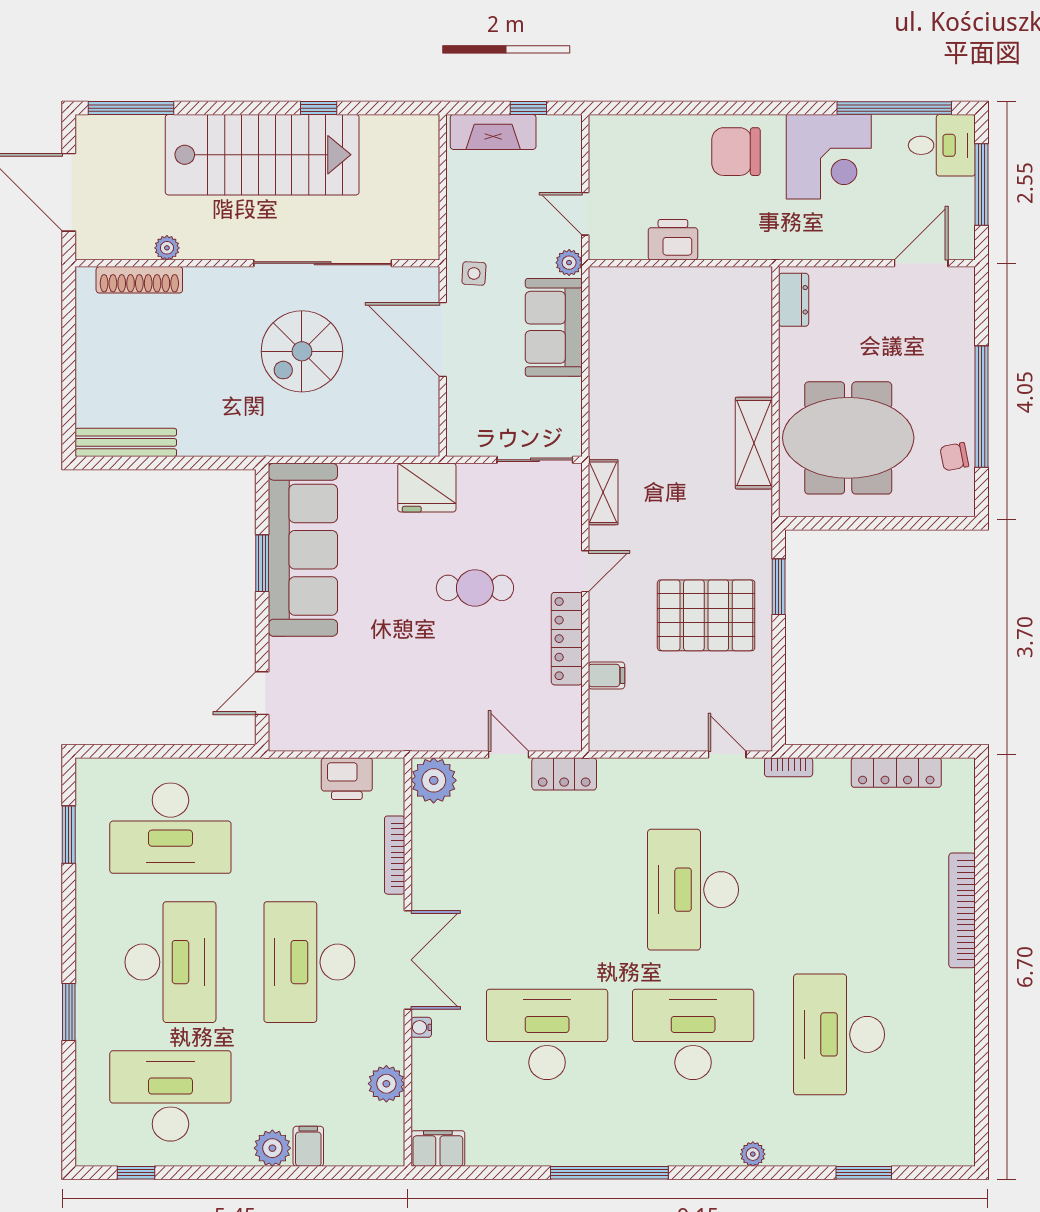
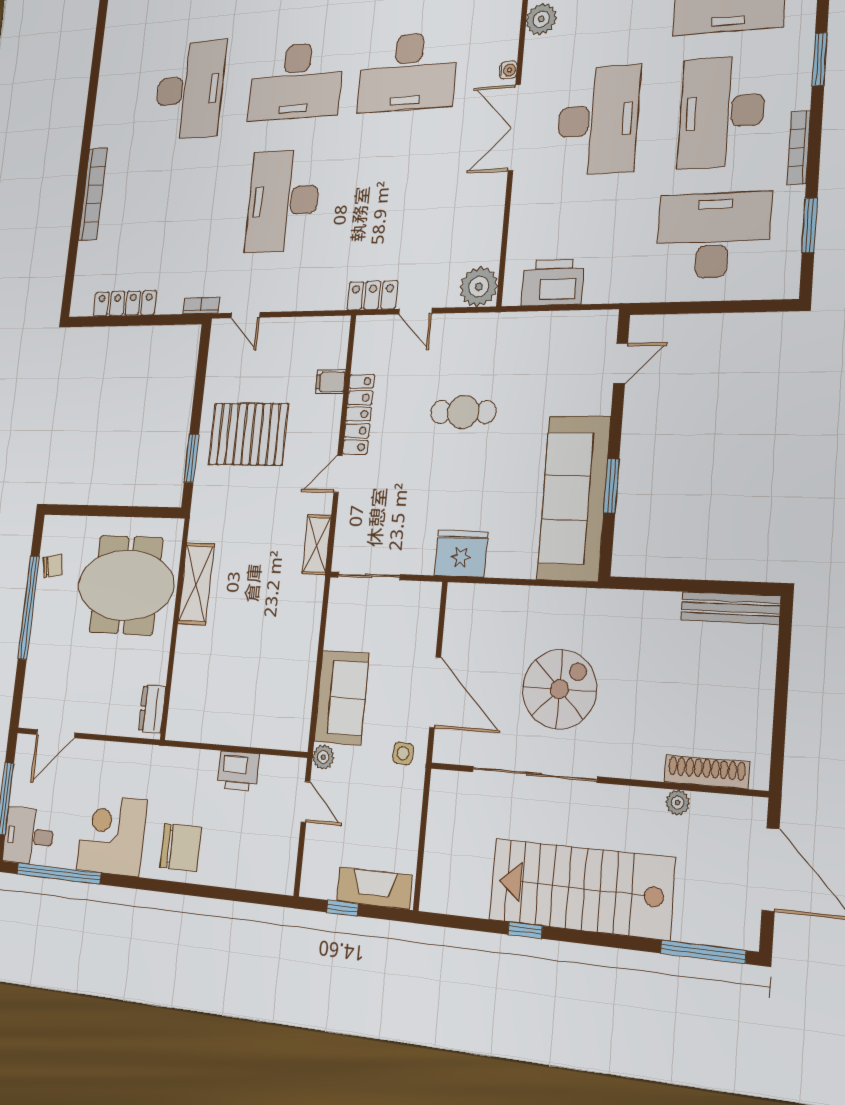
cafe table: (475, 588) -> (463, 412), moved
printer: (347, 779) -> (553, 282), width x1.37, depth x1.19
bookcase: (395, 855) -> (799, 148), moved, turned 180
desk: (693, 890) -> (283, 201), turned 180

